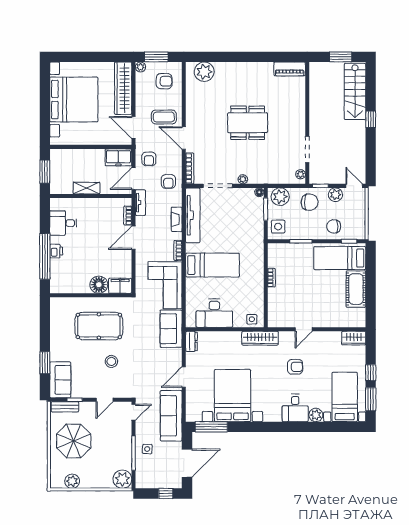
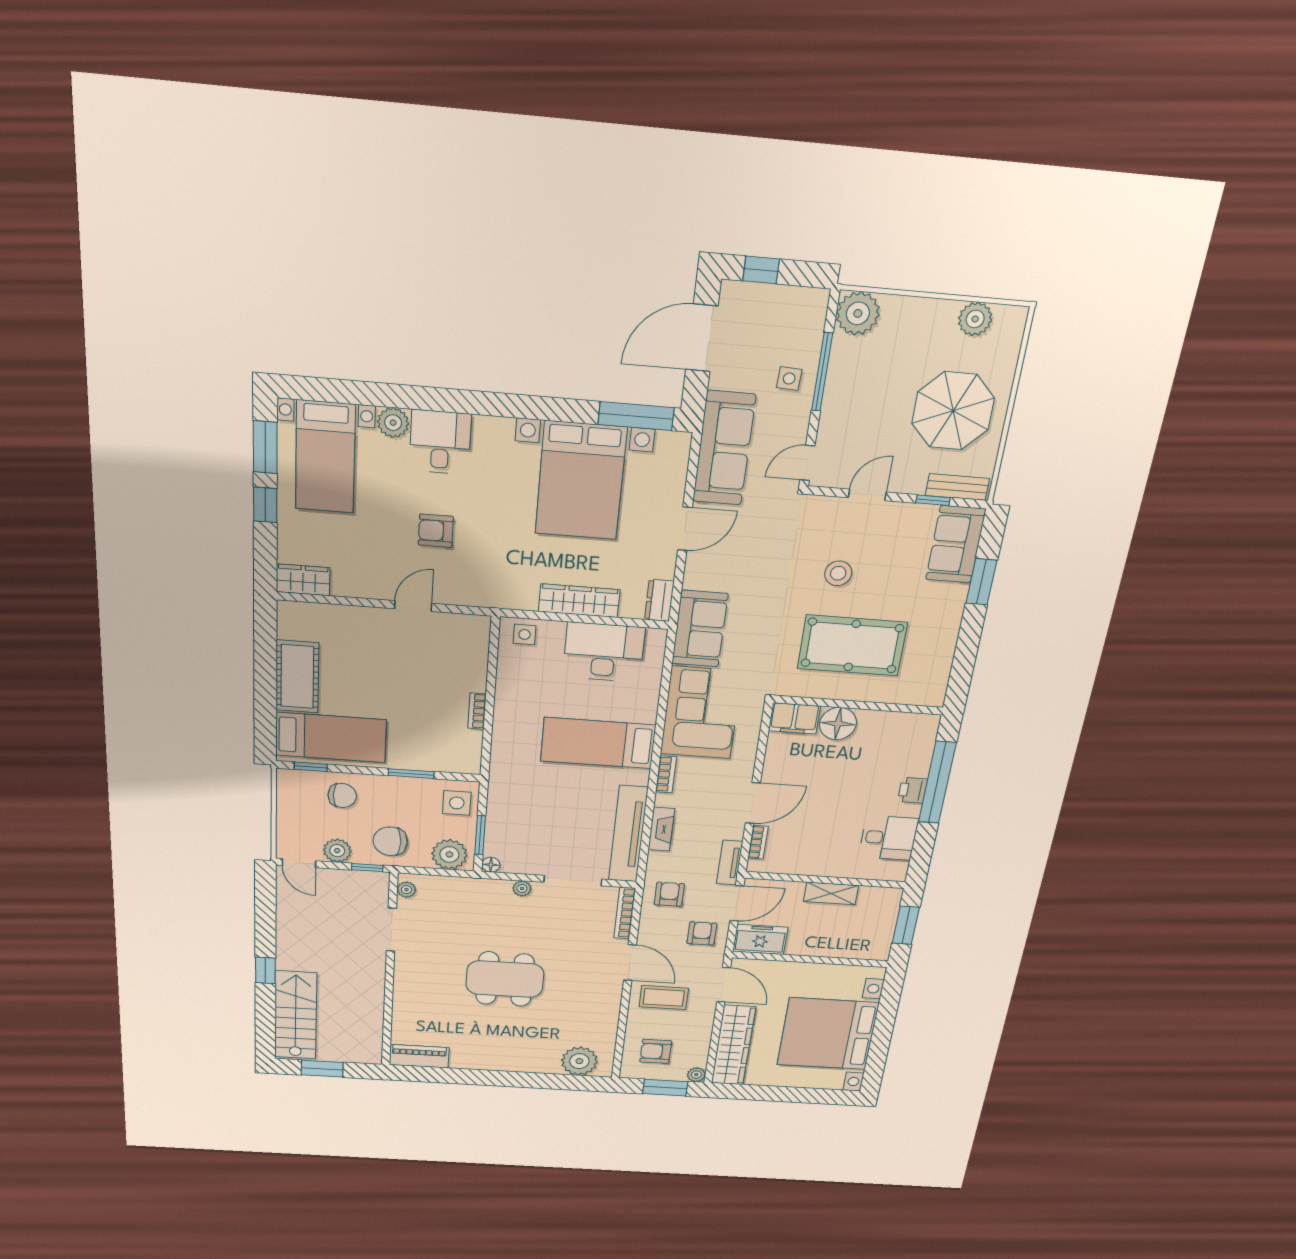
wardrobe: (260, 338) -> (579, 601), moved

